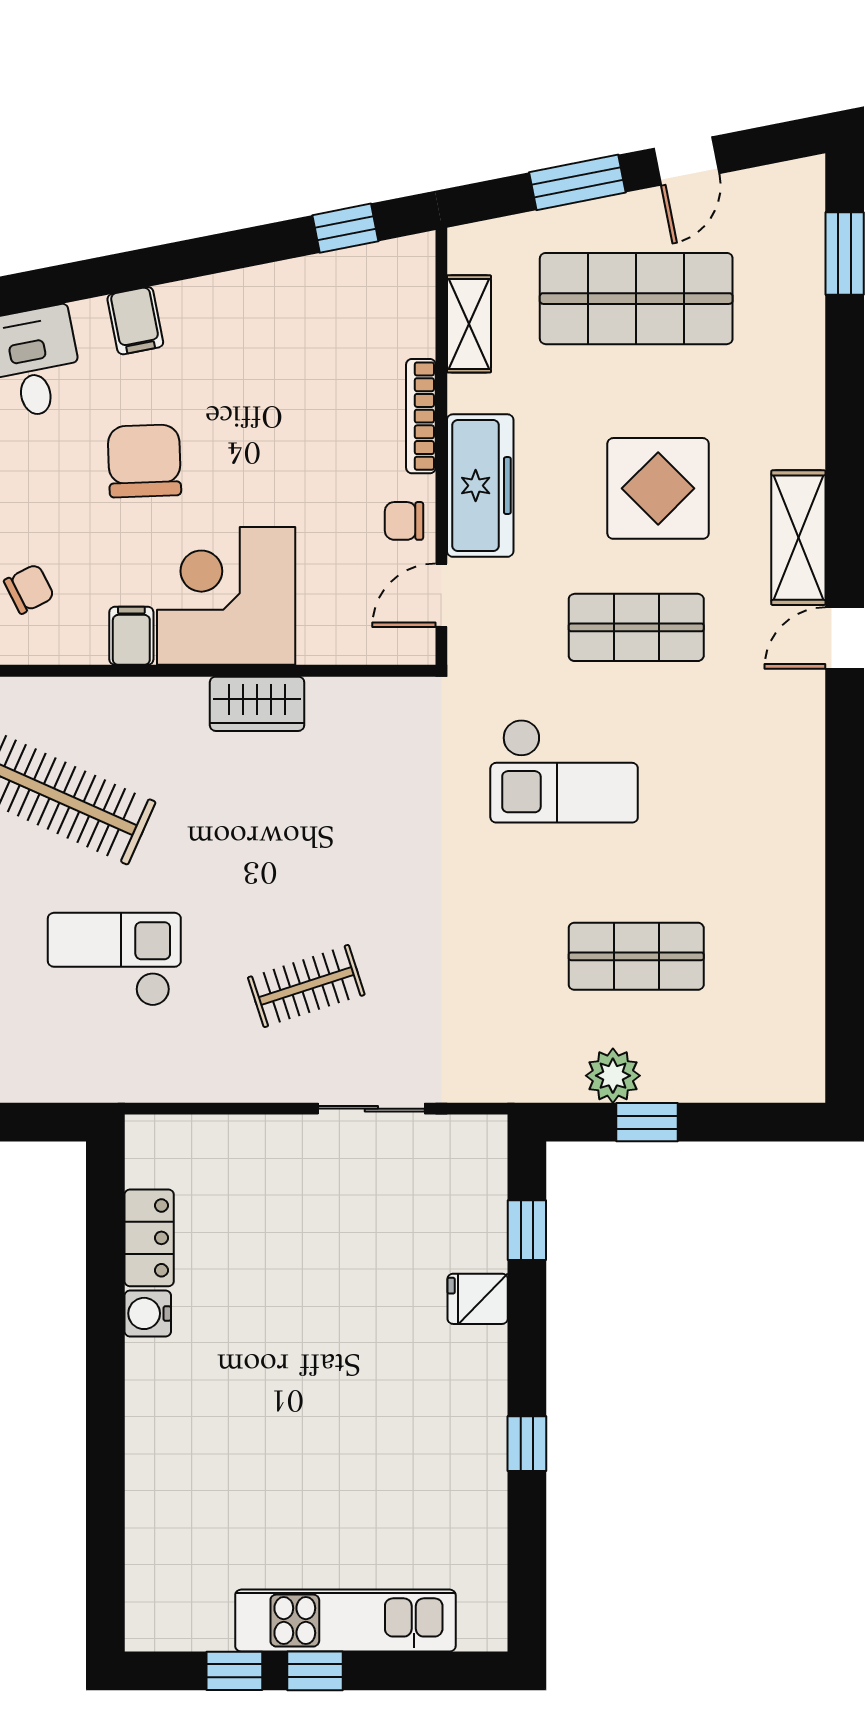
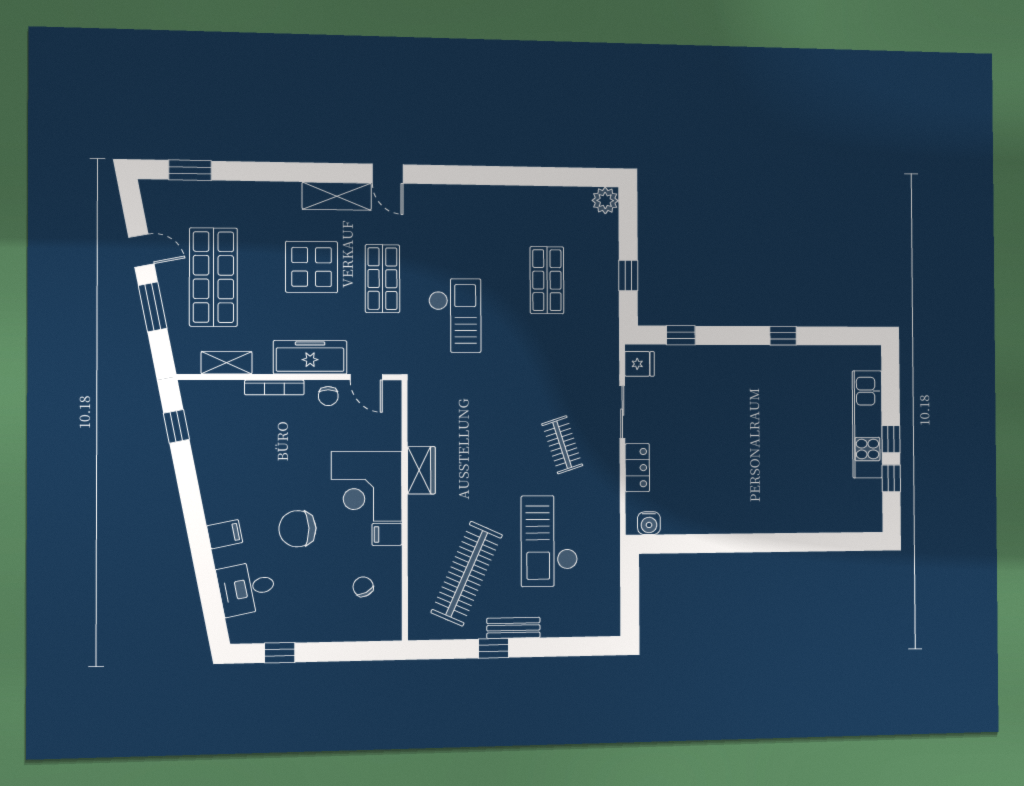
checkout: (114, 959) -> (549, 541), width x1.36, depth x1.21
plant: (613, 1076) -> (605, 201), moved
locker: (149, 1238) -> (637, 468), moved, turned 90
fridge: (478, 1299) -> (640, 364), moved, turned -90
water cooler: (148, 1313) -> (649, 523), moved

